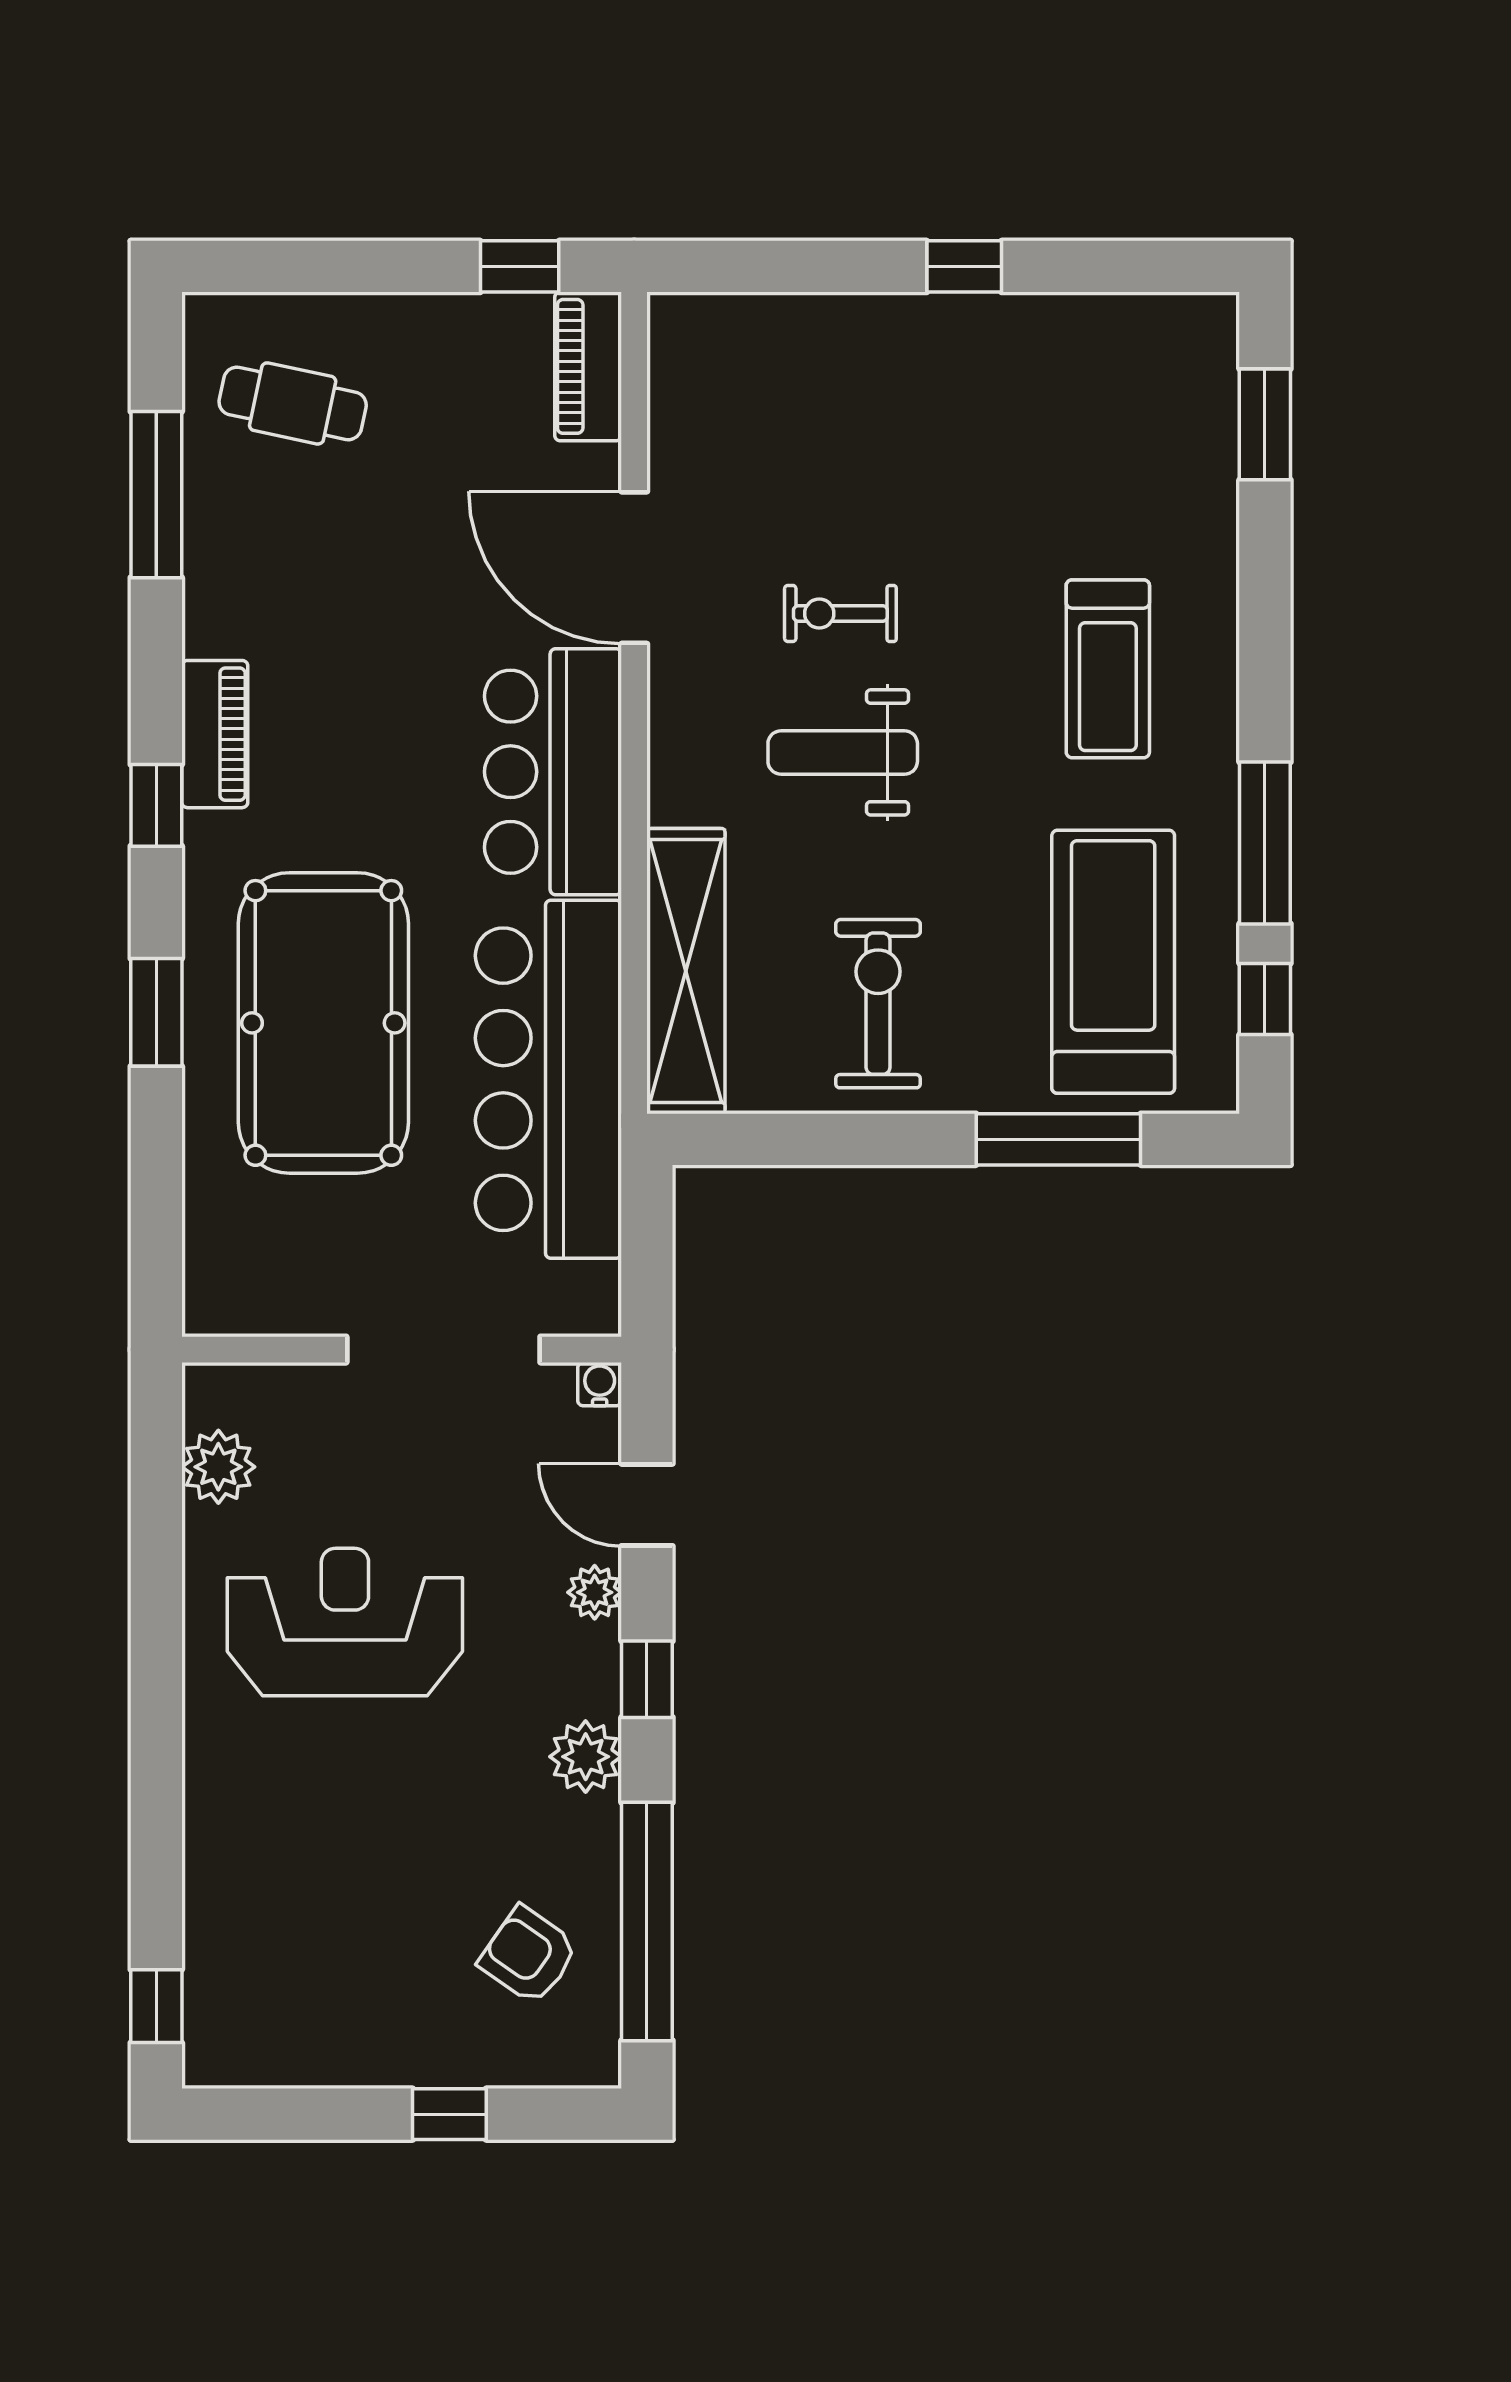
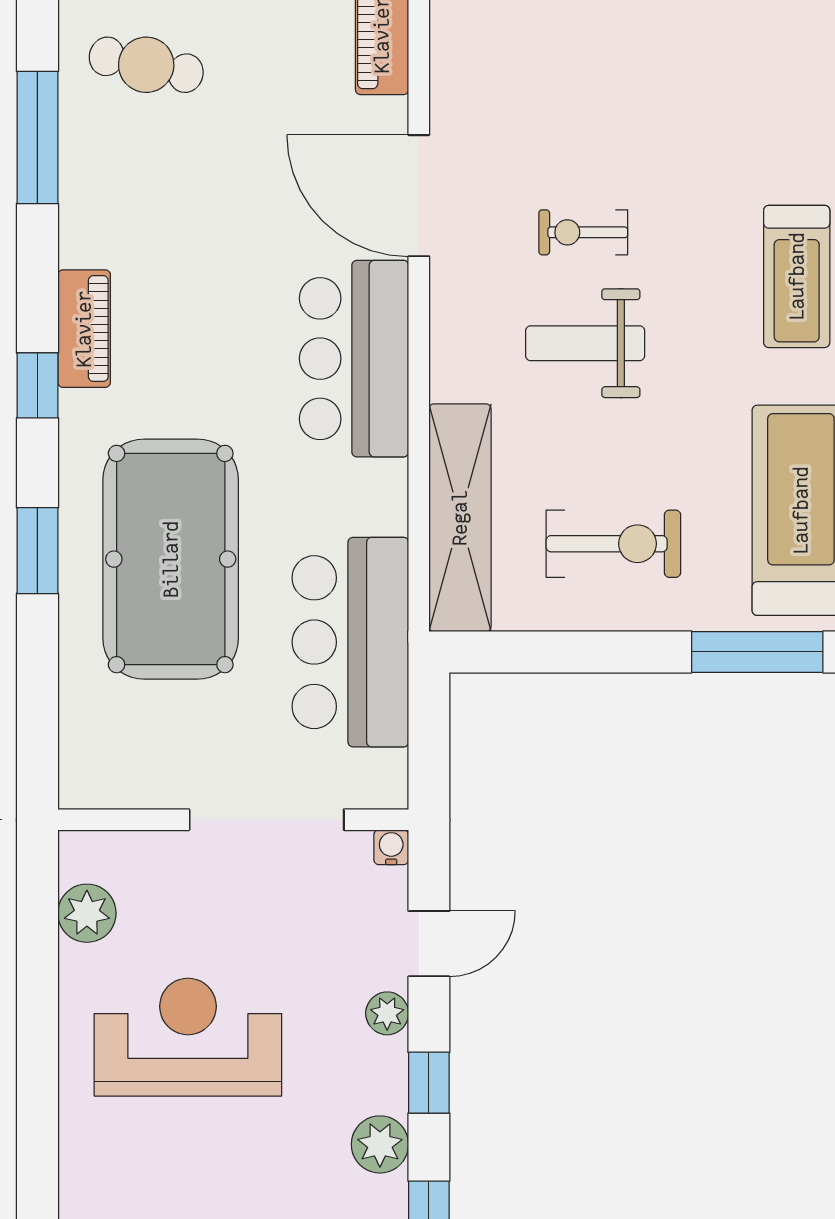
exercise bike: (878, 1004) -> (613, 544), turned 90
bar counter: (548, 1079) -> (350, 642), width x0.73
door: (647, 1505) -> (429, 944), swing flipped

